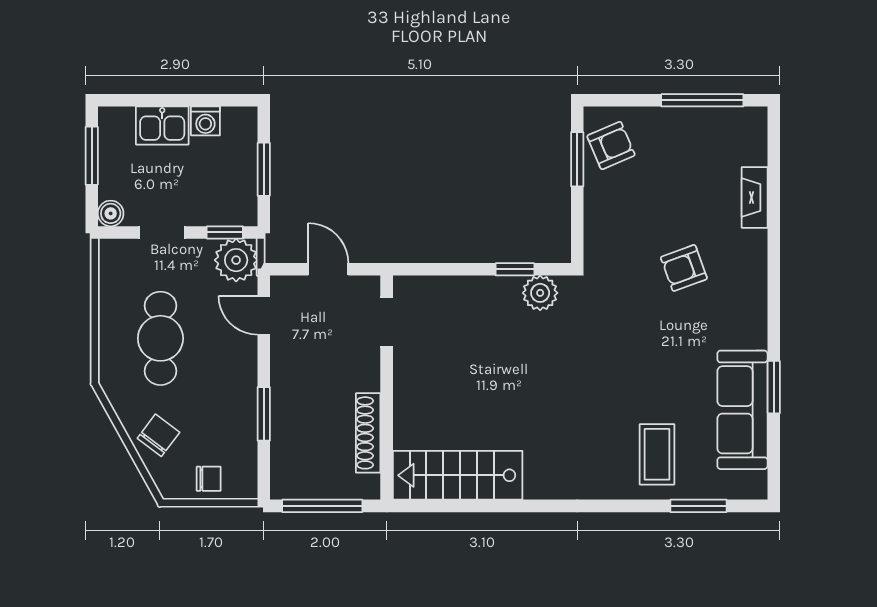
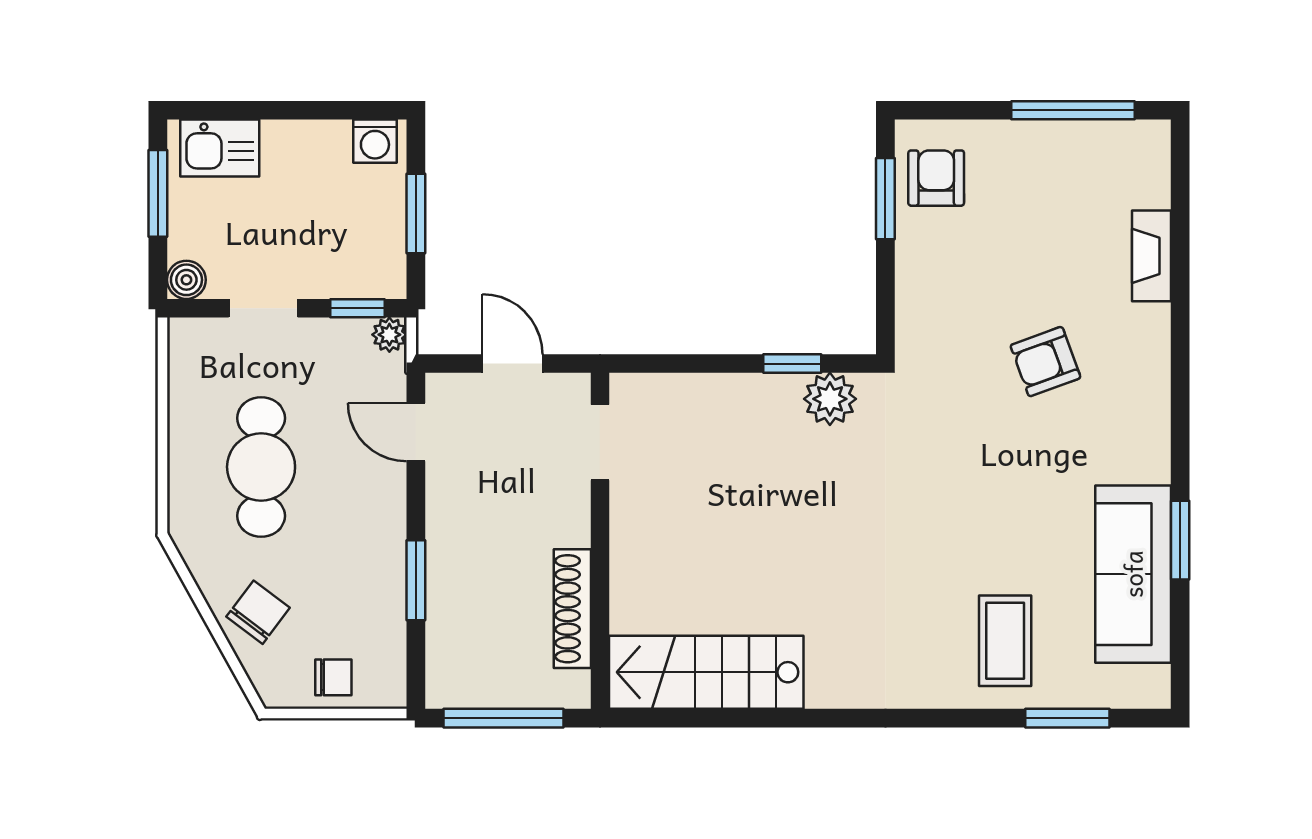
washing machine: (205, 121) -> (375, 141), moved
kitchen sink: (162, 125) -> (220, 148), moved
armchair: (611, 146) -> (936, 178), turned -67
plant: (236, 260) -> (389, 335), width x0.53, depth x0.53

